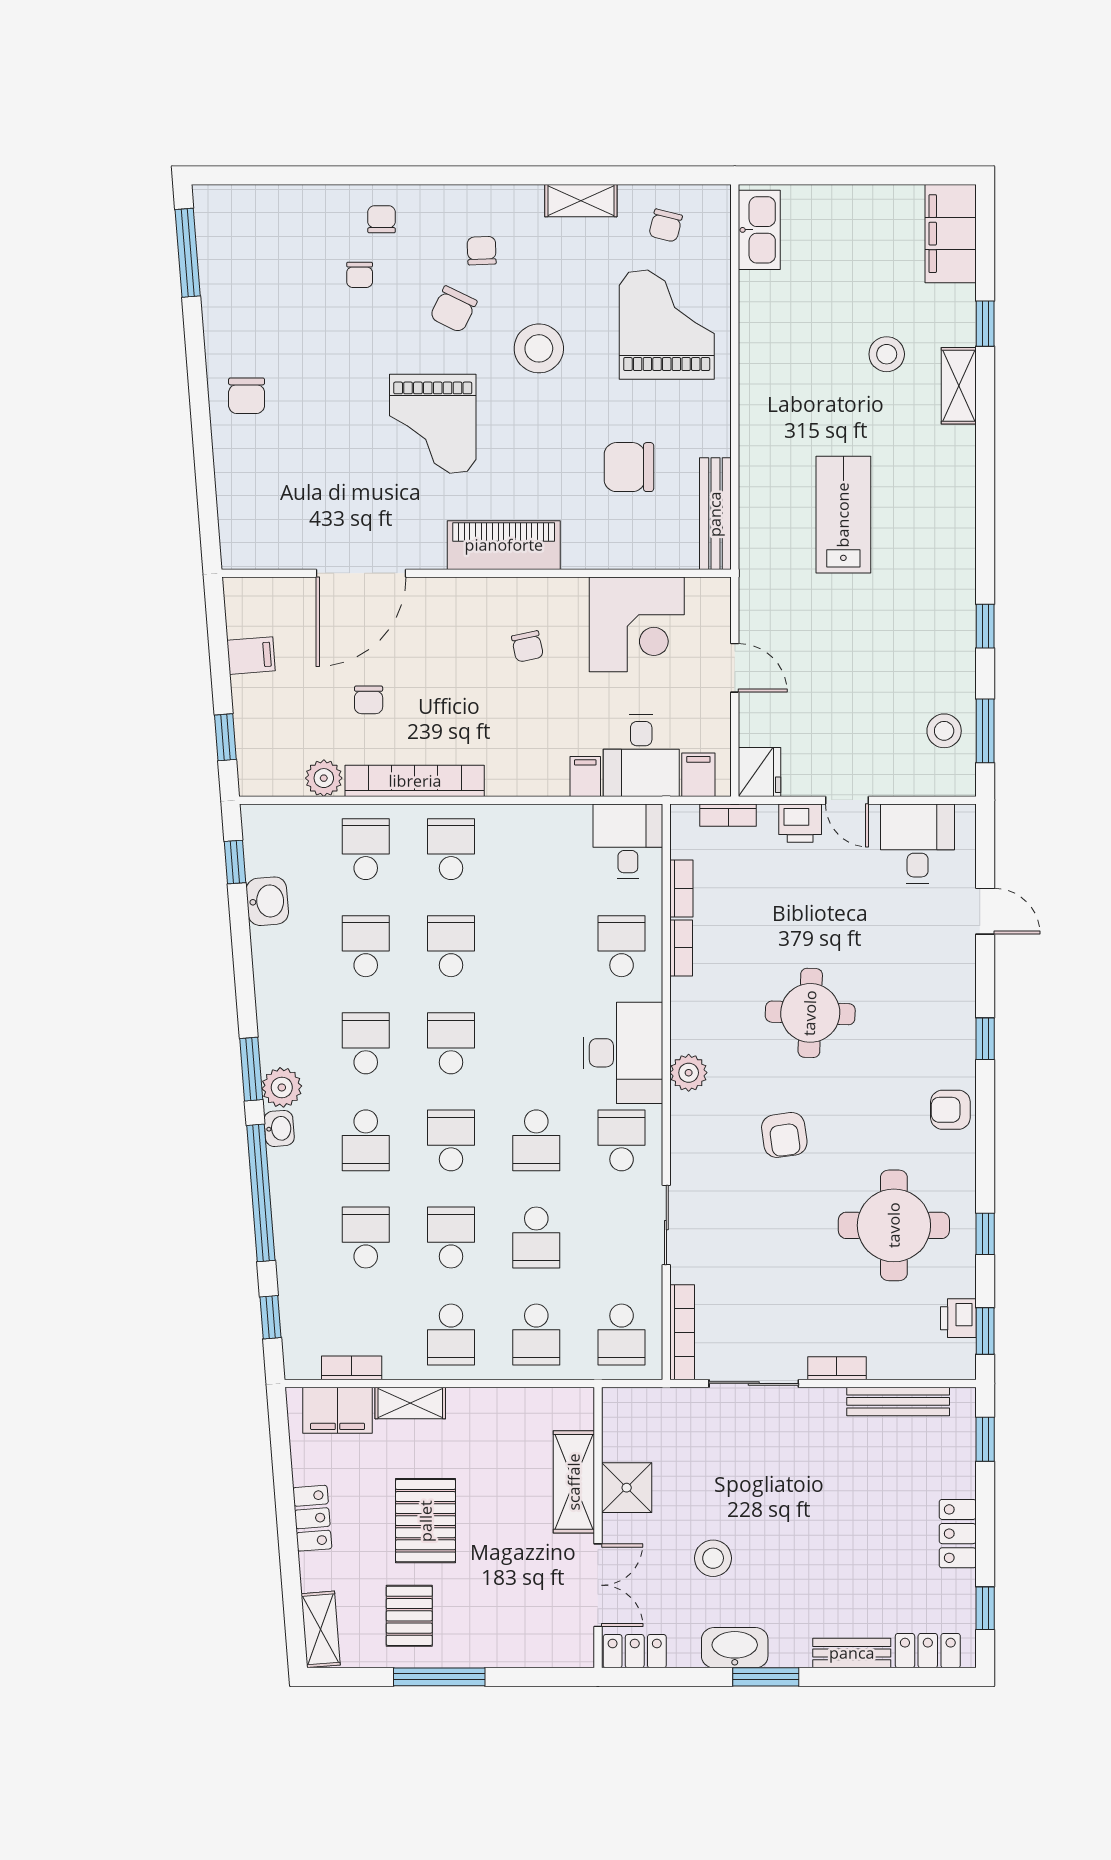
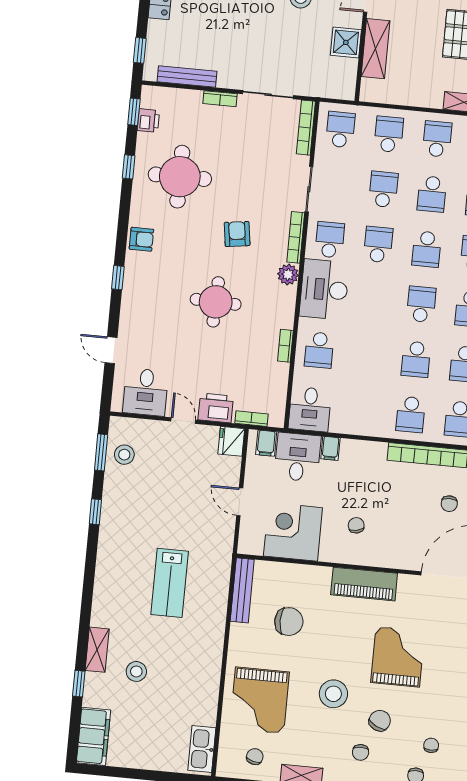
chair: (369, 700) -> (449, 504), turned 180
printer: (800, 823) -> (216, 408), width x1.36, depth x1.24
bookcase: (681, 888) -> (296, 237), moved, width x1.56
school desk: (451, 1043) -> (421, 304), turned 180
school desk: (622, 1140) -> (330, 240), turned 180

